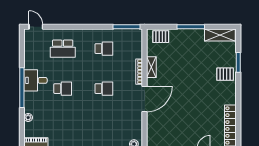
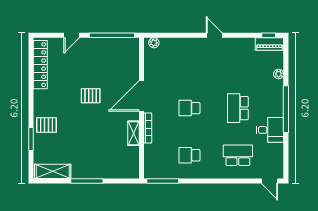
pallet: (161, 37) -> (91, 96), moved
desk: (35, 80) -> (270, 130), moved
school desk: (63, 89) -> (238, 108), width x1.85

